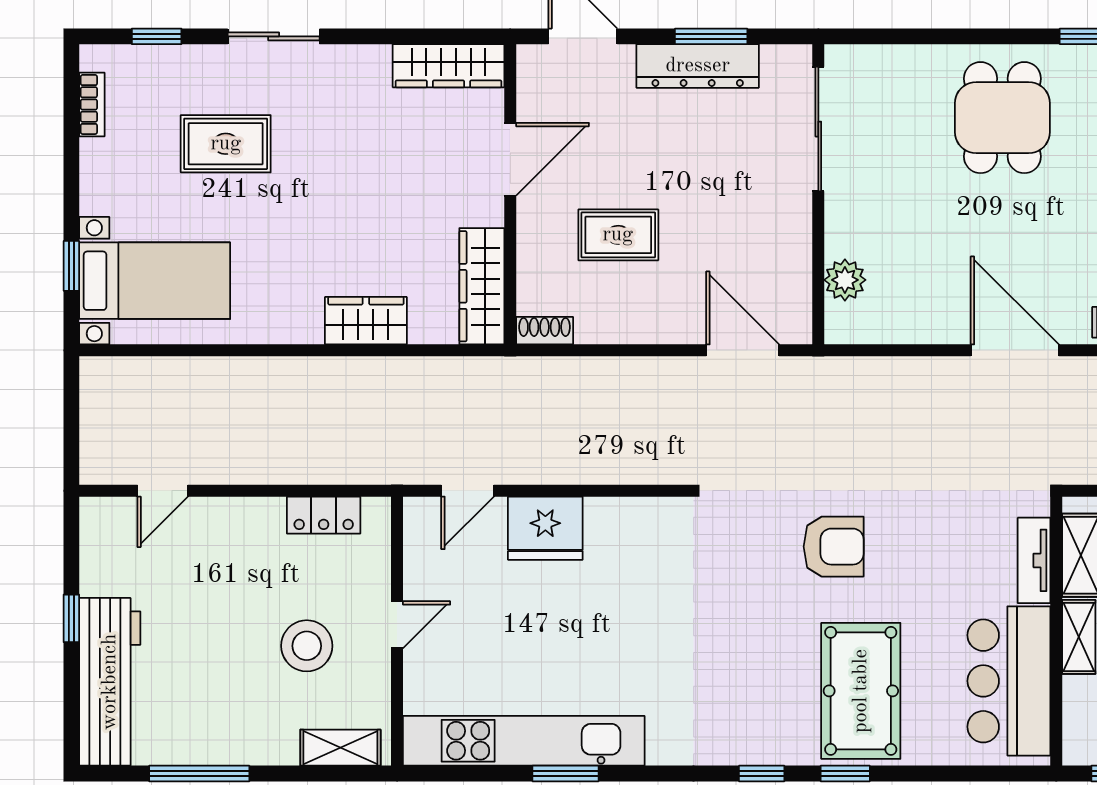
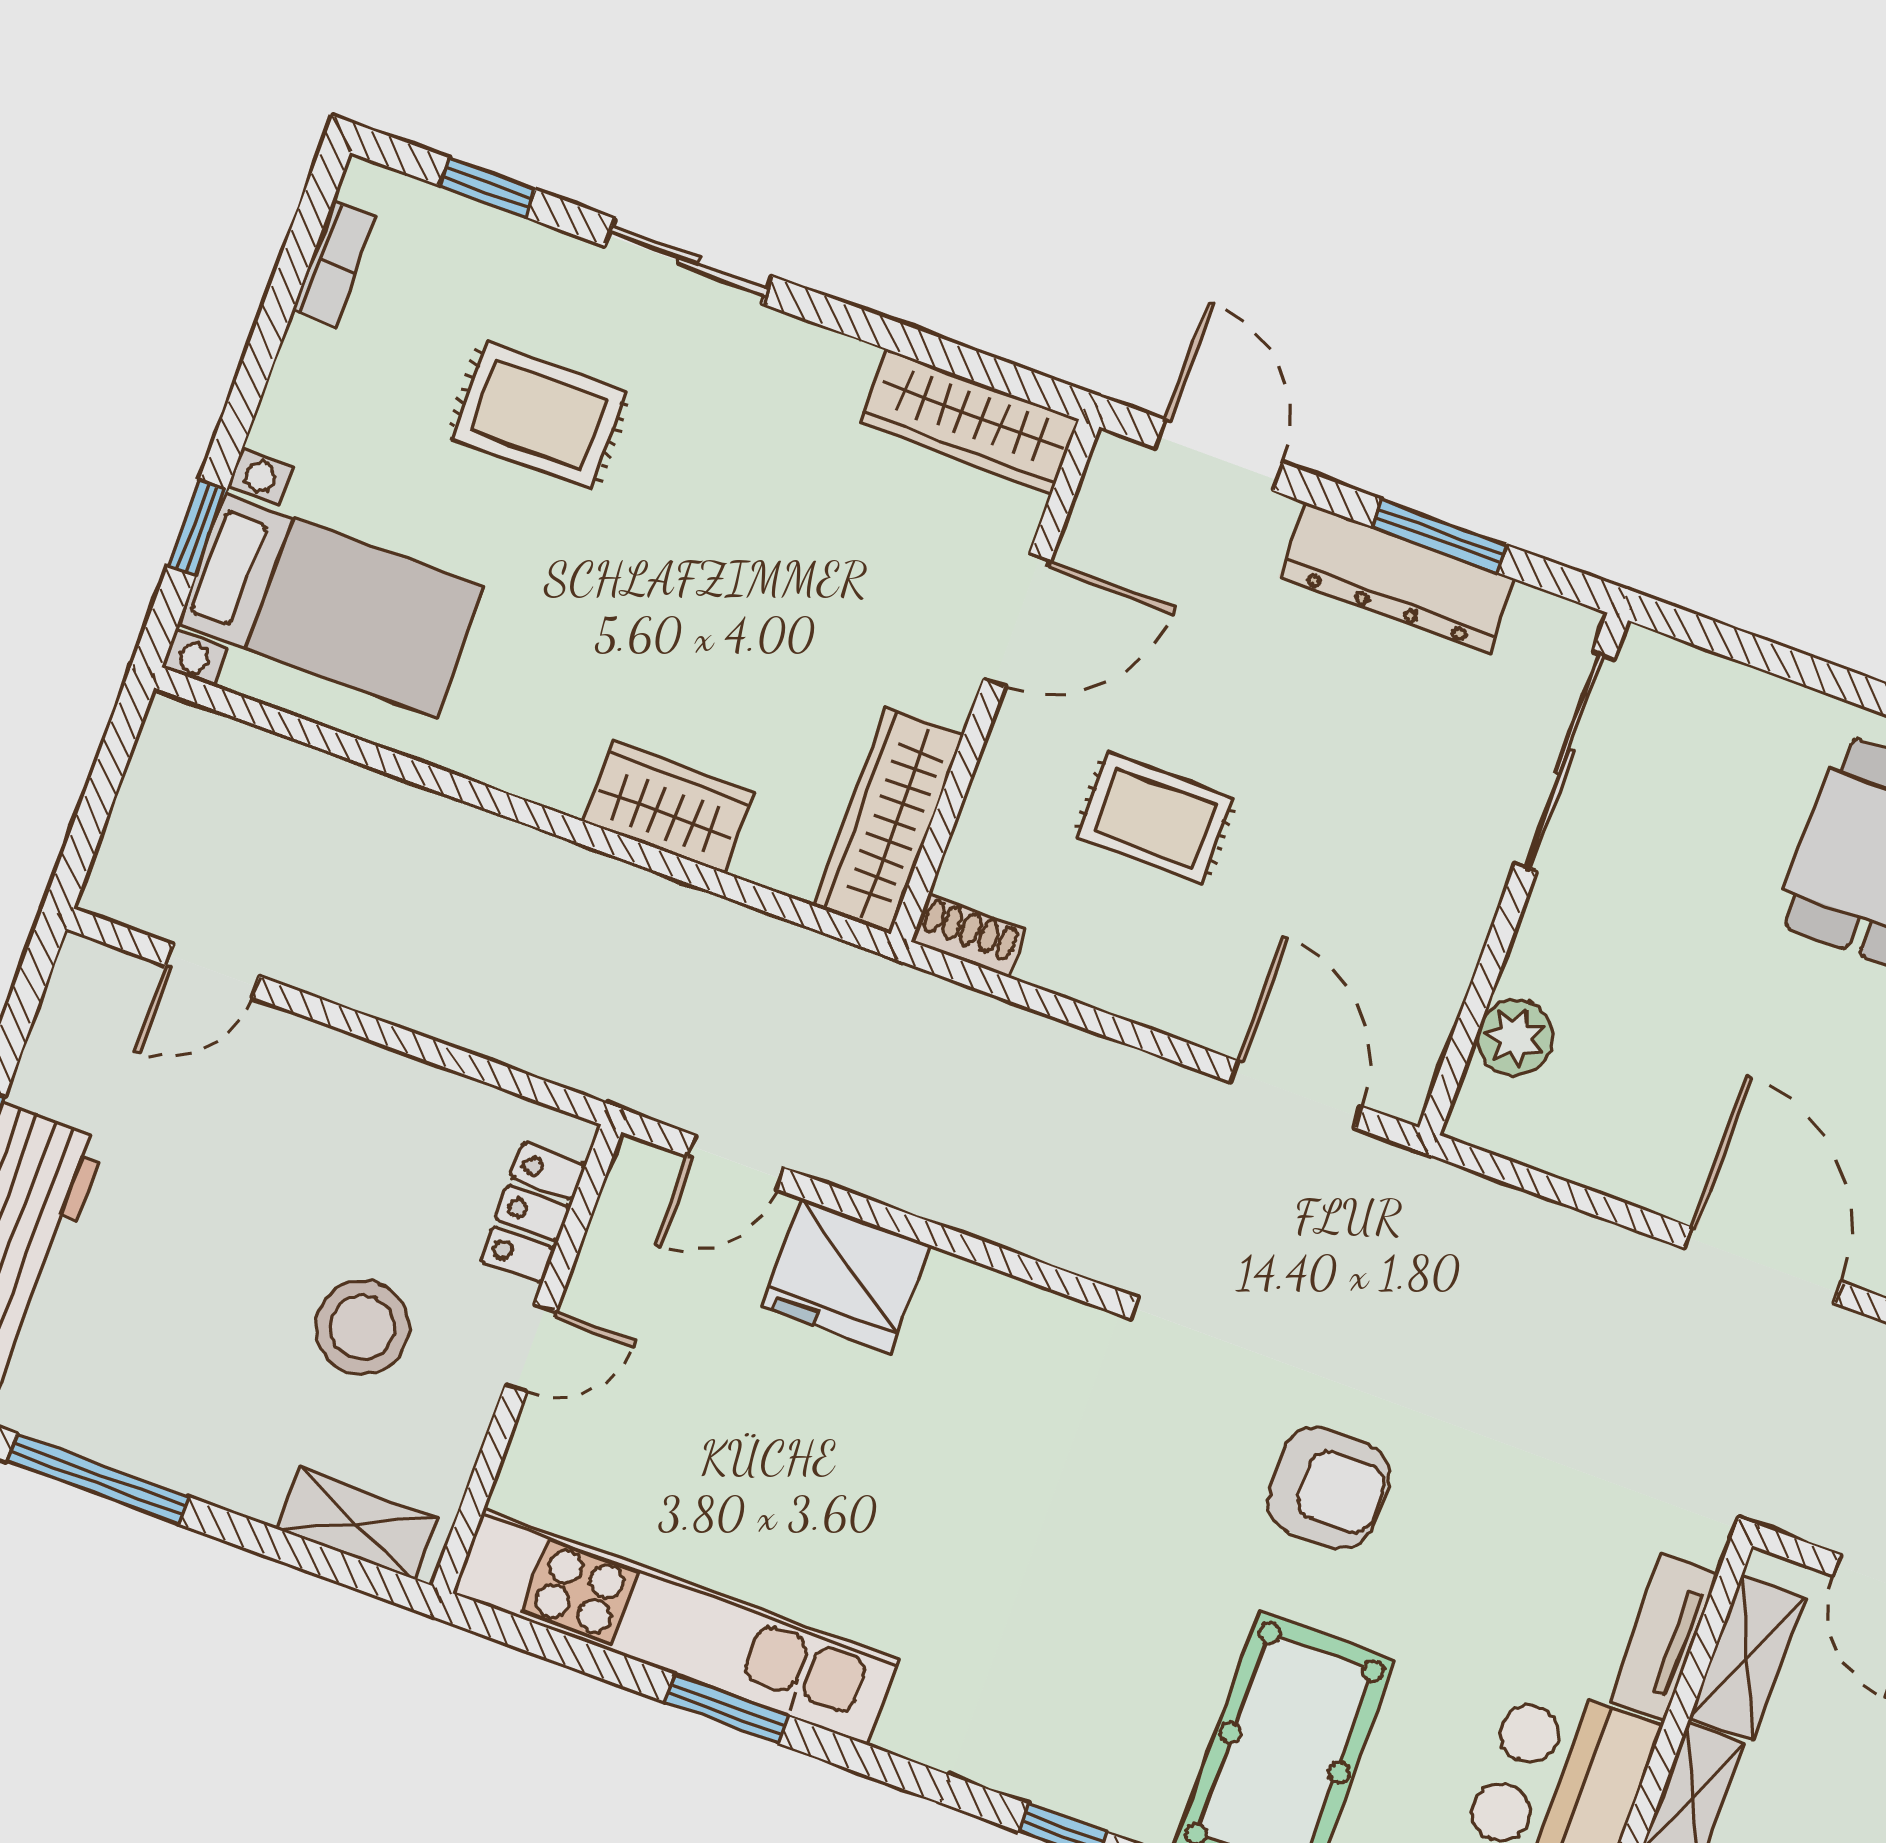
locker: (324, 515) -> (533, 1213), moved, turned 90

